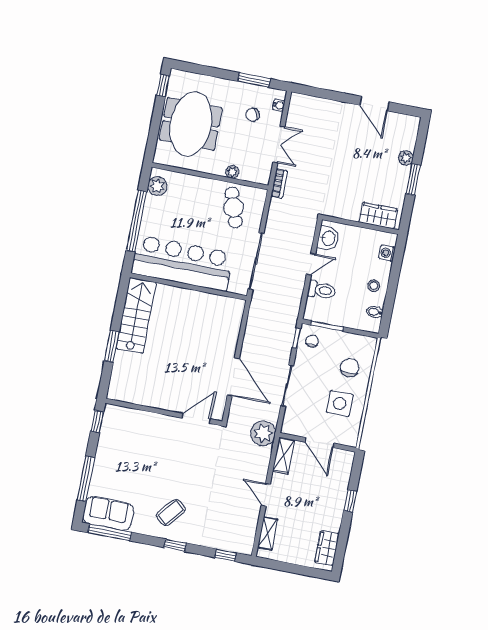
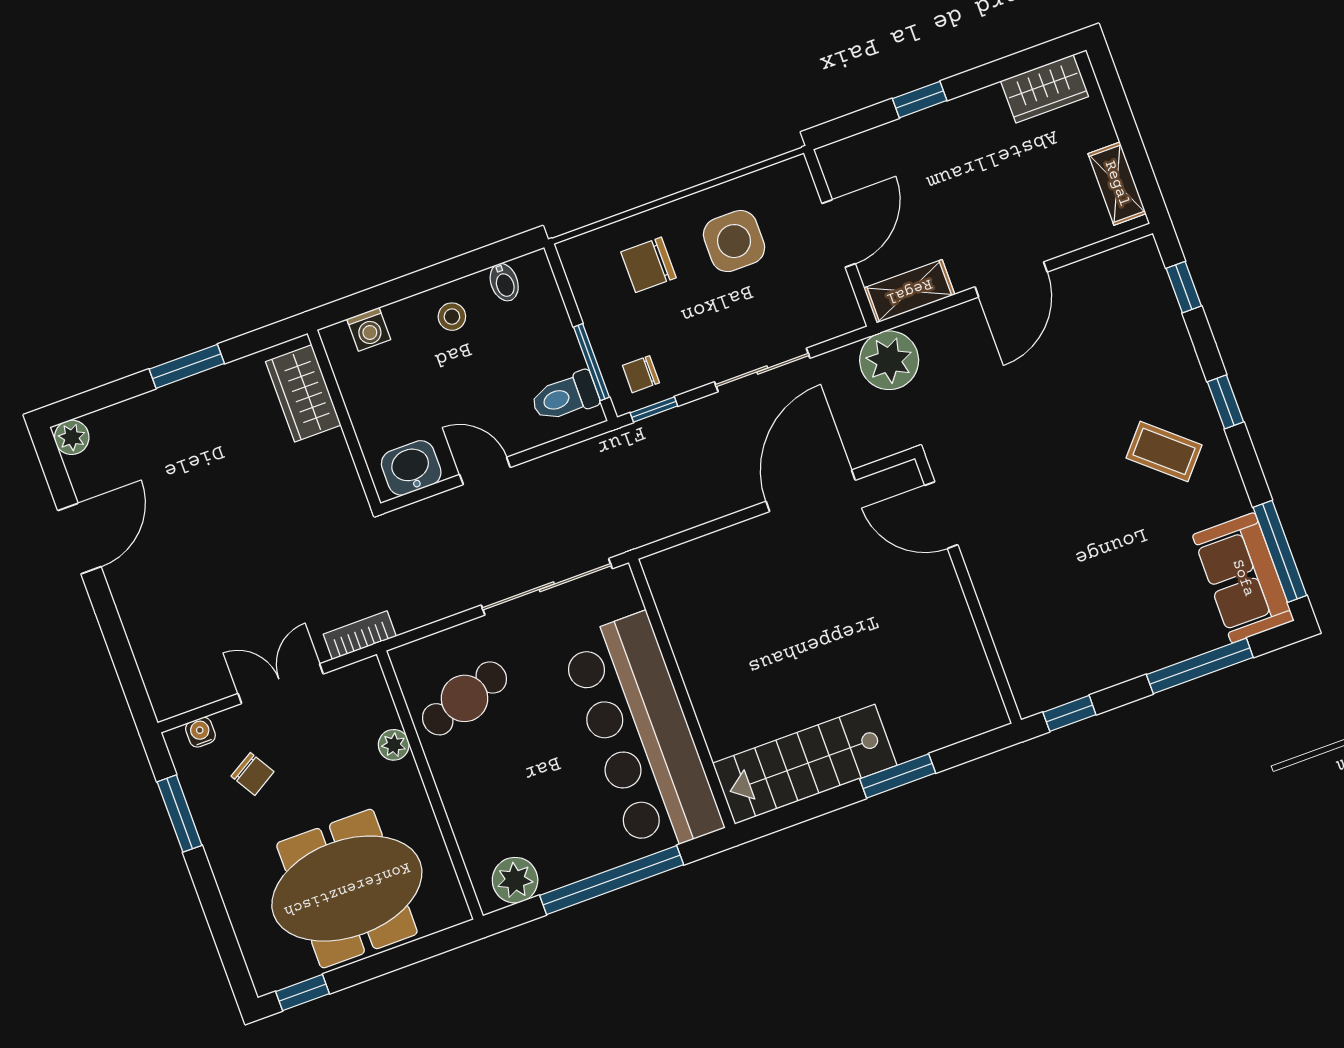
plant: (406, 158) -> (72, 437), moved
toilet: (322, 290) -> (565, 397), moved, turned -90
door: (266, 495) -> (1011, 279), width x1.38
shelving: (268, 533) -> (1117, 184), moved, turned 90

